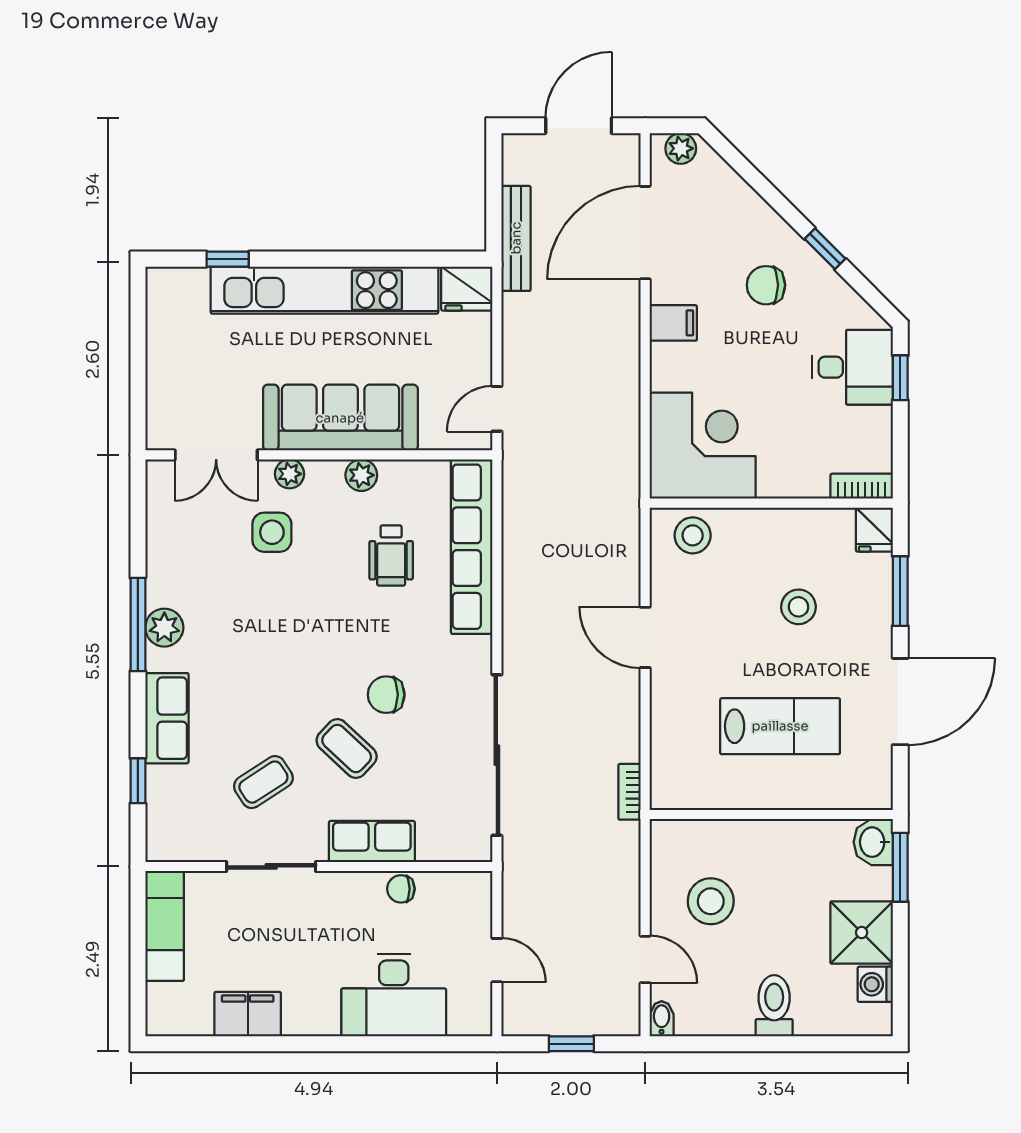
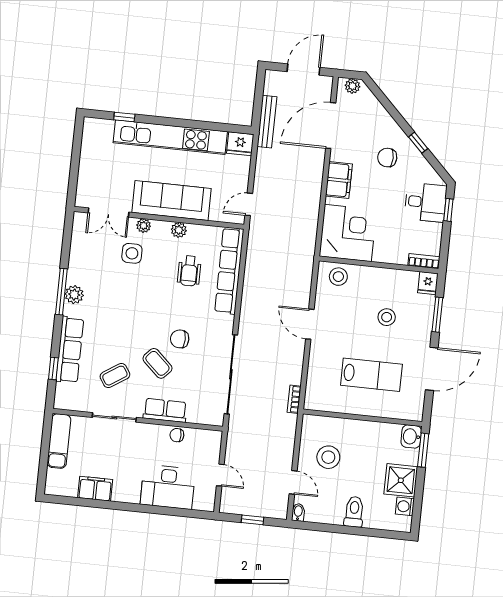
filing cabinet: (673, 323) -> (339, 180), width x2.00
row of seats: (167, 718) -> (70, 350), width x1.48

